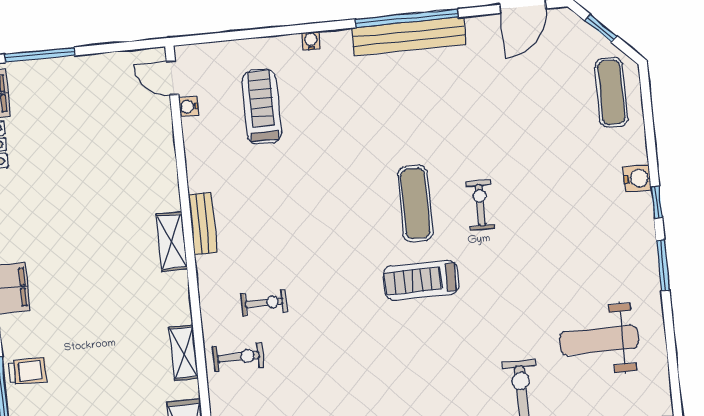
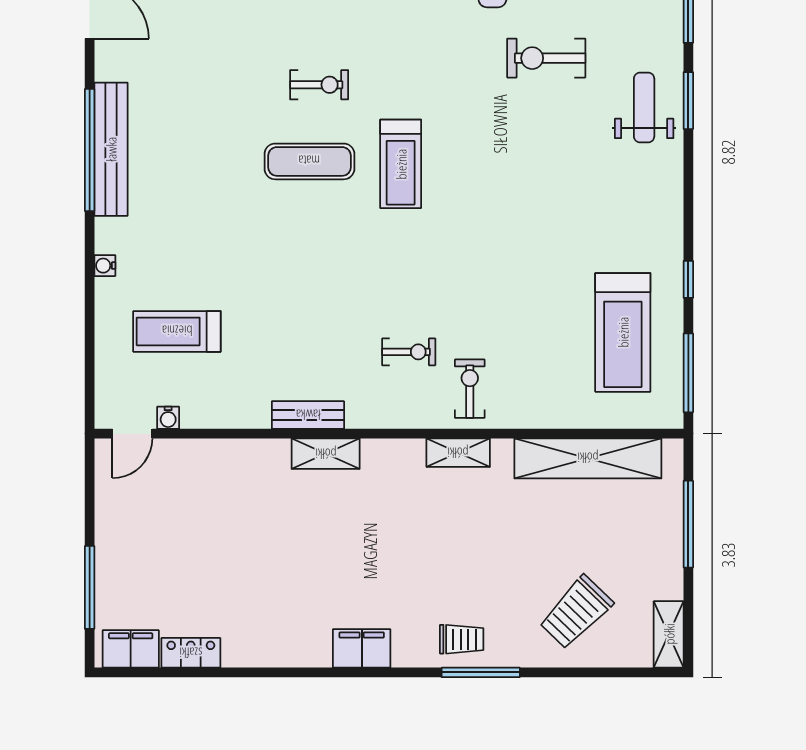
exercise bike: (480, 205) -> (319, 85), turned 180
exercise bike: (264, 303) -> (409, 352), turned 90
trolley: (28, 371) -> (462, 639), turned 90

